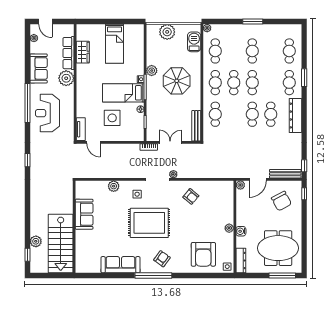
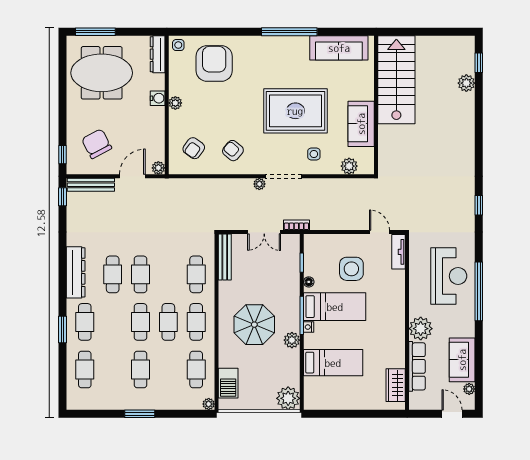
plant: (167, 32) -> (288, 398), moved
bed: (115, 44) -> (333, 363), moved, turned 90
wardrobe: (83, 52) -> (396, 385), moved
sofa: (39, 68) -> (462, 360), moved
sofa: (84, 214) -> (361, 124), moved
wall: (74, 227) -> (376, 105), moved
stairs: (61, 244) -> (396, 80), moved
armchair: (162, 259) -> (194, 148), moved

